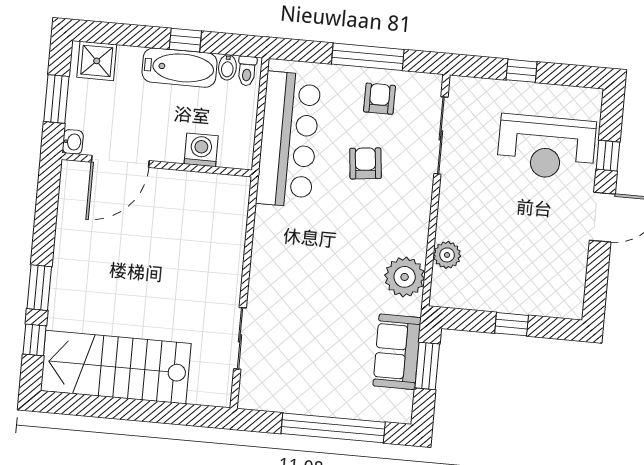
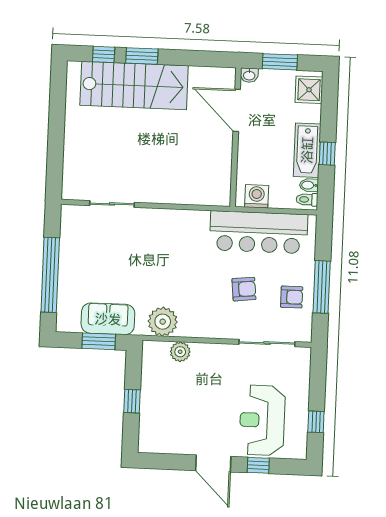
window: (522, 71) -> (316, 422), moved
washing machine: (201, 150) -> (257, 196), moved, turned -90
stairs: (116, 367) -> (134, 85), moved, turned 90

